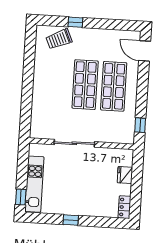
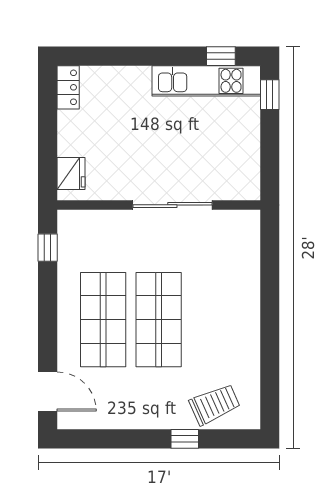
fridge: (125, 175) -> (71, 173), moved
kitchen unit: (34, 184) -> (206, 81), moved, turned -90
window: (71, 220) -> (221, 56), moved

